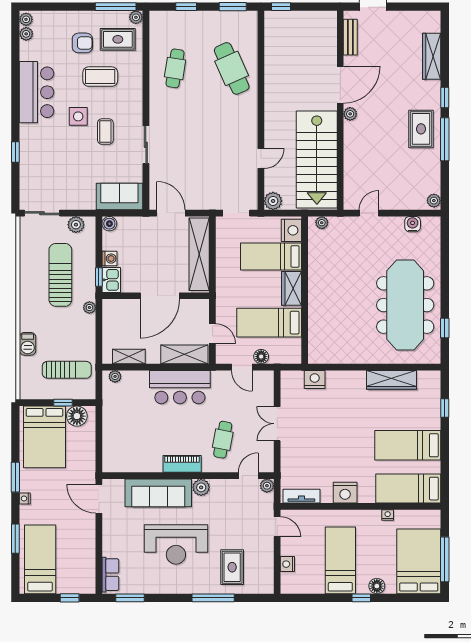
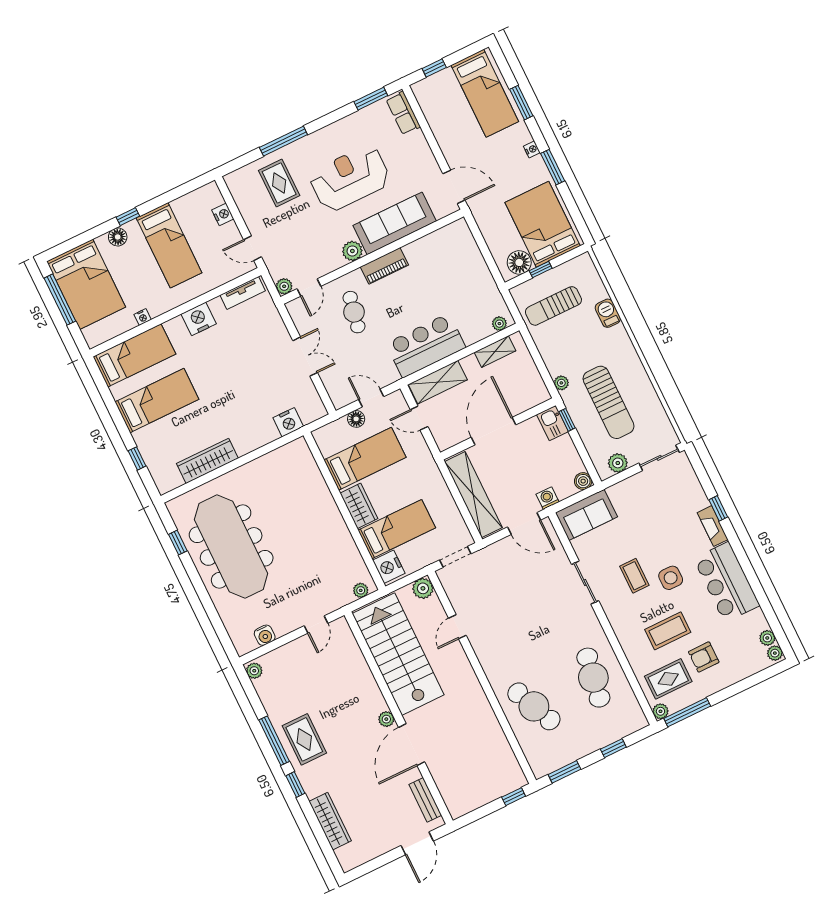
cafe table: (175, 68) -> (593, 678), width x1.37, depth x1.35
fireplace: (26, 141) -> (713, 526), added
washing machine: (110, 259) -> (548, 498), moved, turned 90

